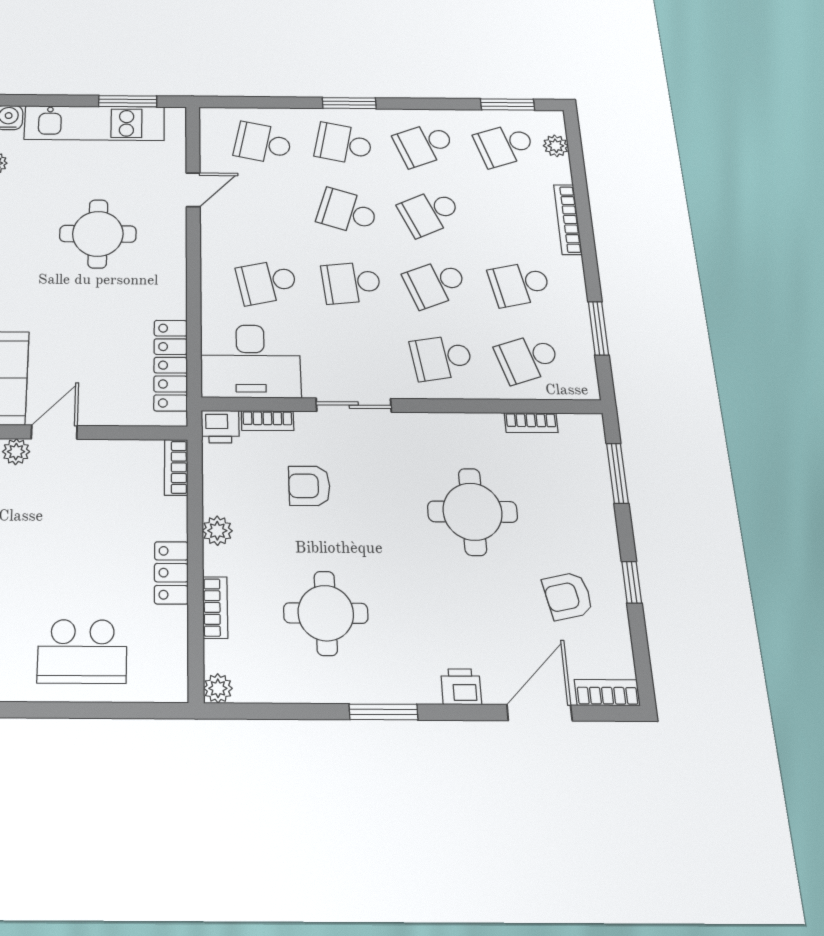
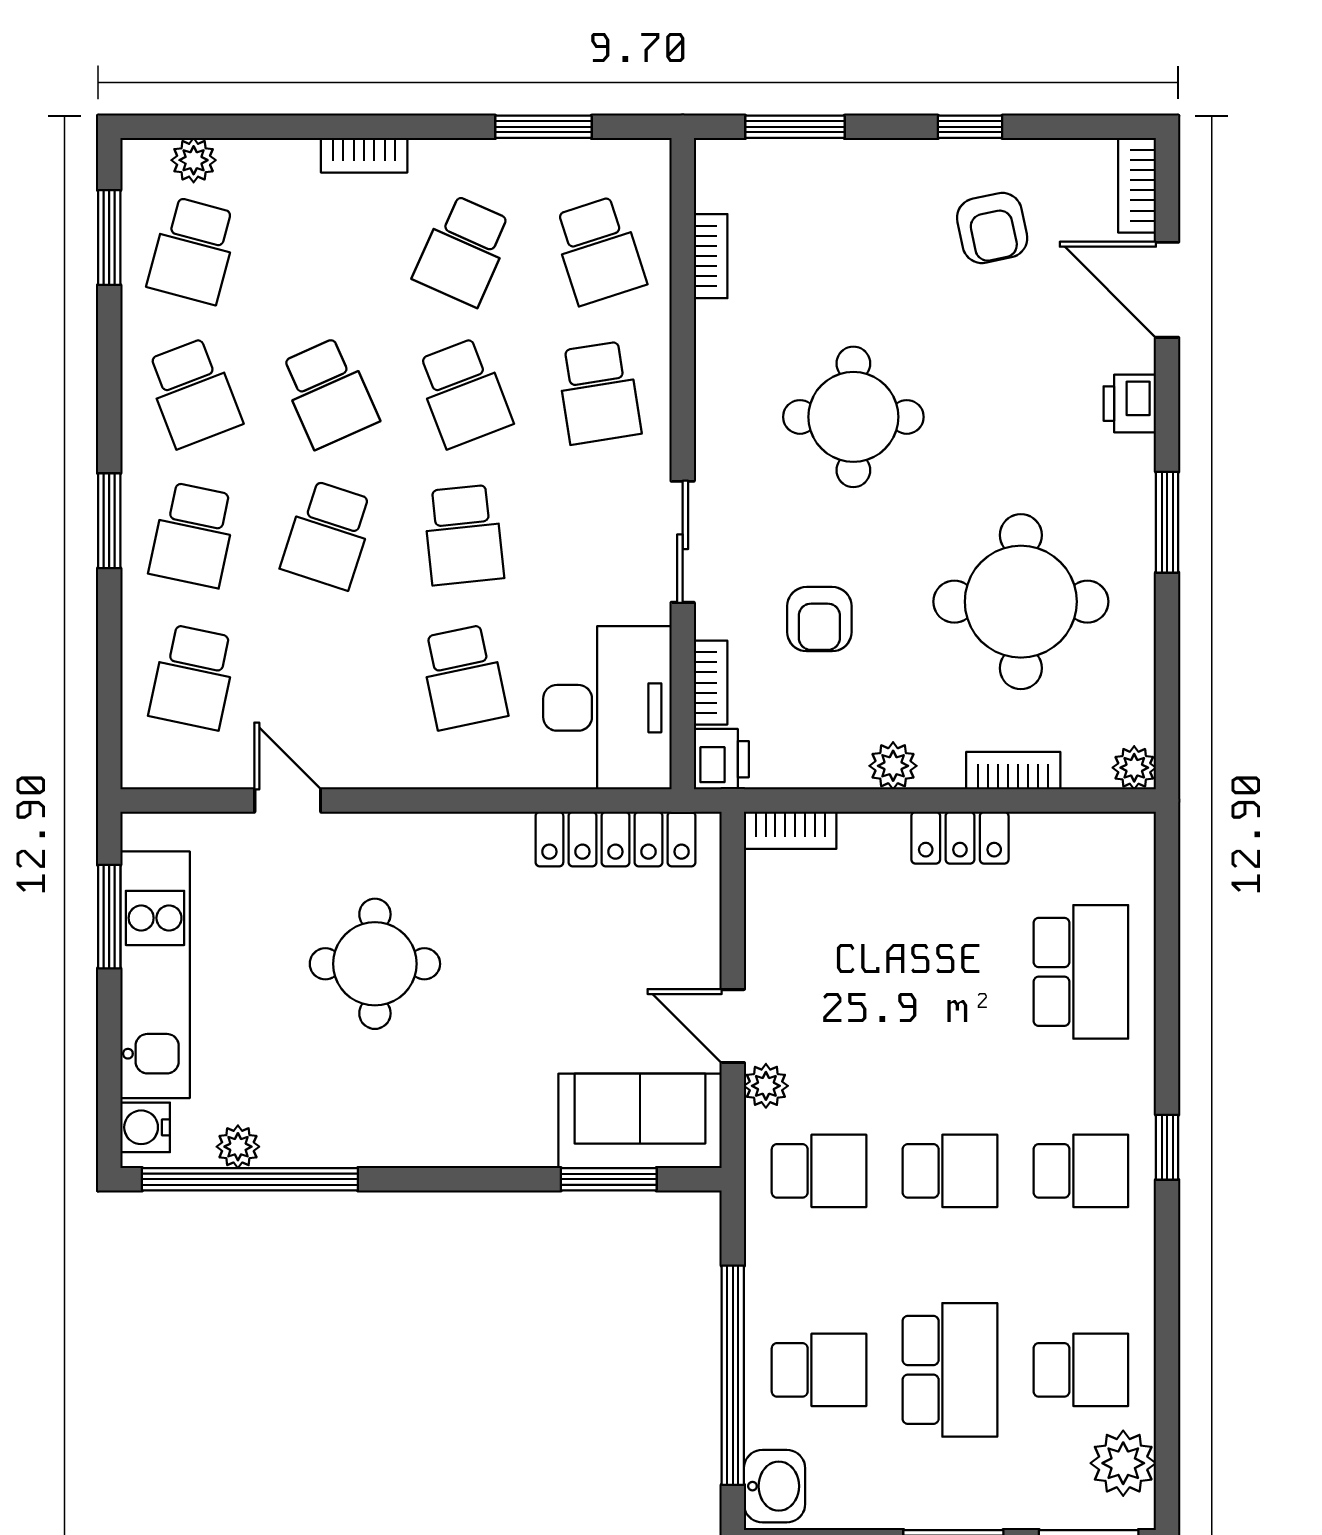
school desk: (505, 145) -> (193, 250), turned 33
bookcase: (568, 219) -> (364, 155), width x0.64
school desk: (520, 284) -> (463, 250), turned 36
round table: (473, 512) -> (853, 417), moved
round table: (326, 613) -> (1021, 602), width x1.36, depth x1.36

